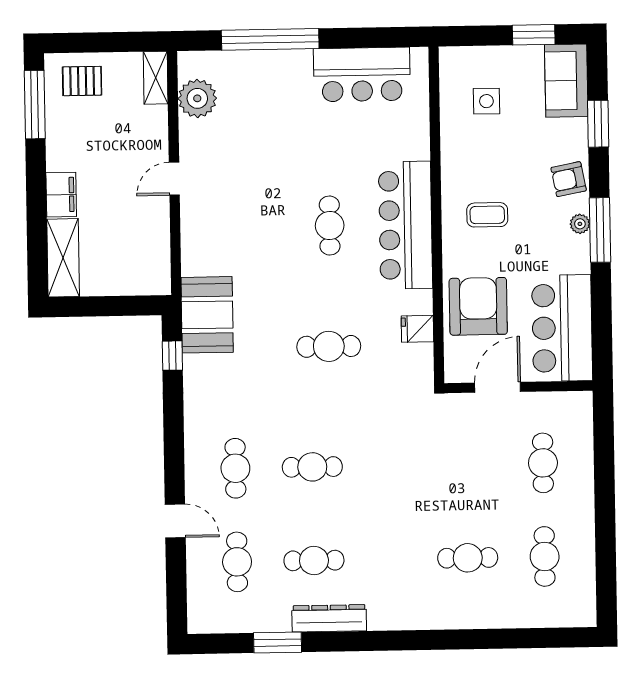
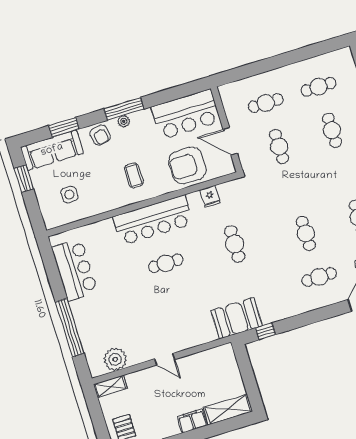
sofa: (566, 81) -> (52, 150), width x1.36
cafe table: (466, 464) -> (279, 147), added

